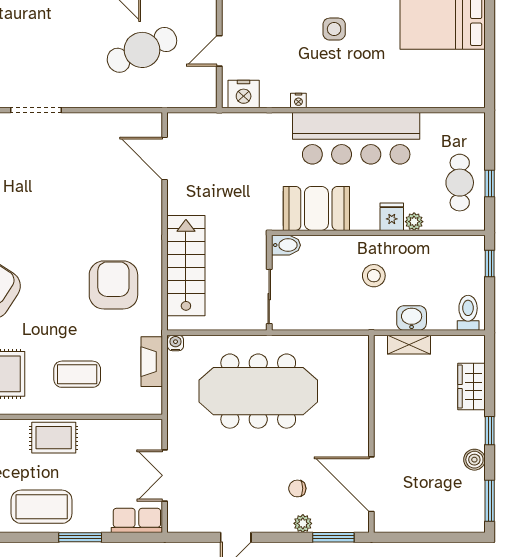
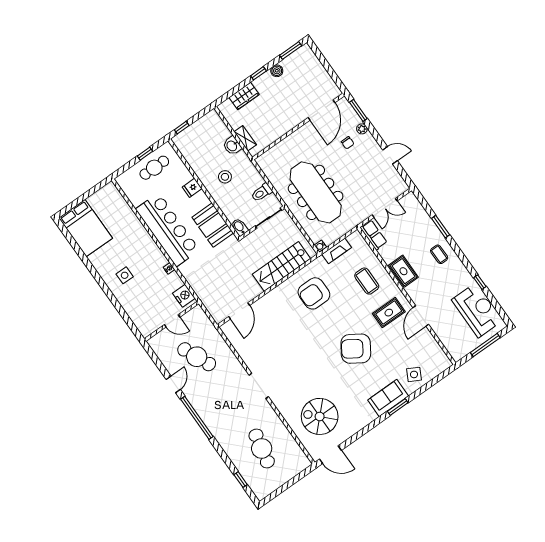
plant: (414, 222) -> (187, 176), removed
toilet: (468, 313) -> (262, 193), moved
coffee table: (42, 507) -> (439, 254), width x0.54, depth x0.58
row of seats: (137, 520) -> (373, 235), moved, turned 180

